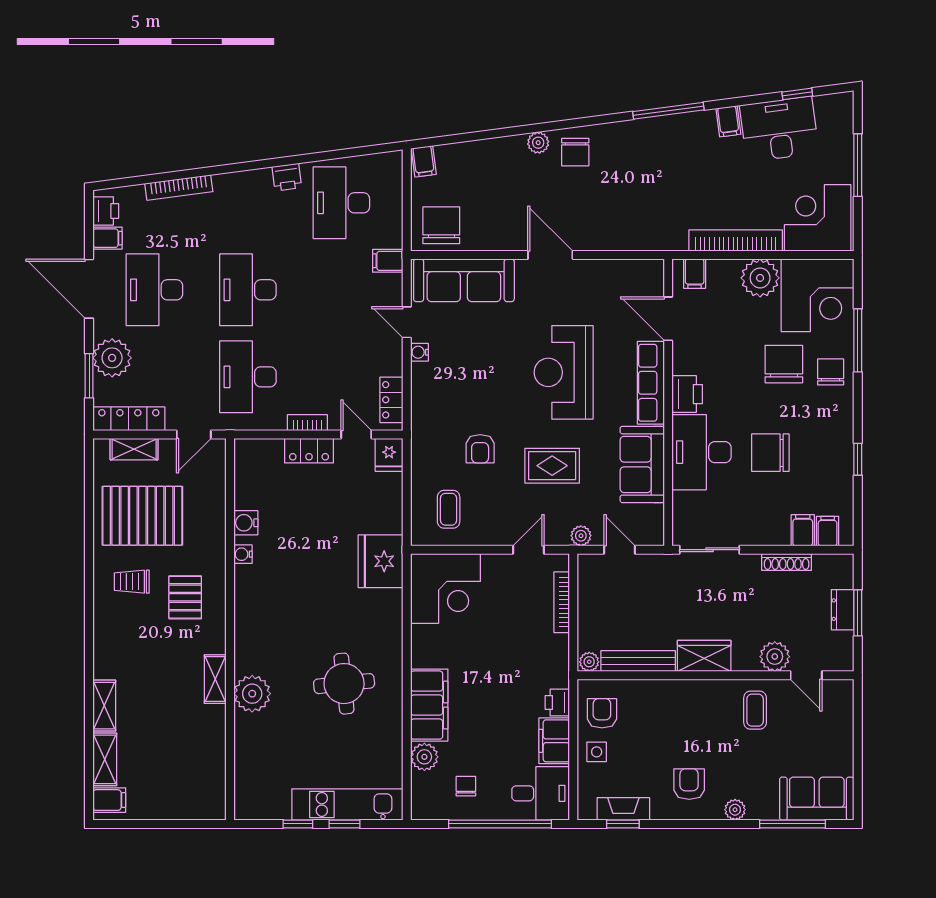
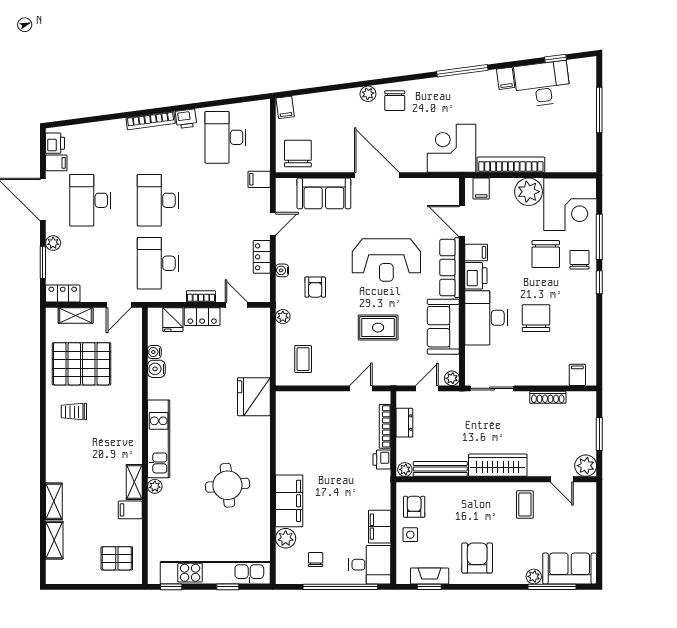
bookcase: (179, 188) -> (151, 121), moved
corner desk: (818, 218) -> (451, 148), moved
door: (550, 255) -> (377, 175), width x1.36
sofa: (464, 280) -> (324, 193), width x0.73
door: (407, 322) -> (273, 224), swing flipped
water cooler: (419, 352) -> (282, 270), moved
plant: (112, 358) -> (53, 243), width x0.53, depth x0.53
chair: (784, 364) -> (546, 254), turned 180
reception desk: (564, 372) -> (386, 260), turned -90
locker: (391, 400) -> (262, 257), moved
locker: (129, 419) -> (63, 294), width x0.66
armchair: (480, 449) -> (315, 287), moved
plant: (421, 451) -> (283, 317), added
chair: (770, 453) -> (536, 318), turned 90
fridge: (389, 455) -> (173, 320), moved
window: (858, 459) -> (599, 282), moved
filing cabinet: (803, 530) -> (476, 252), moved, turned 90
plant: (581, 536) -> (452, 378), moved
door: (620, 550) -> (427, 388), hinge flipped
water cooler: (243, 554) -> (154, 352), moved
corner desk: (445, 588) -> (301, 416), removed
pallet: (185, 597) -> (117, 558), moved, turned 90
dresser: (843, 610) -> (404, 423), moved, turned 180
kitchen unit: (249, 619) -> (159, 439), added
wardrobe: (704, 656) -> (498, 465), width x1.50
plant: (775, 657) -> (586, 466), moved
plant: (252, 694) -> (155, 486), width x0.53, depth x0.53
printer: (557, 703) -> (382, 460), moved
armchair: (689, 784) -> (477, 558), width x1.38, depth x1.38
filing cabinet: (109, 800) -> (130, 510), moved, turned 180
kitchen unit: (347, 804) -> (215, 573), width x1.36
plant: (735, 810) -> (534, 576), moved
window: (298, 824) -> (171, 587), moved

